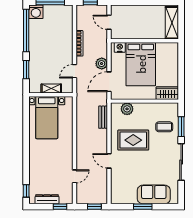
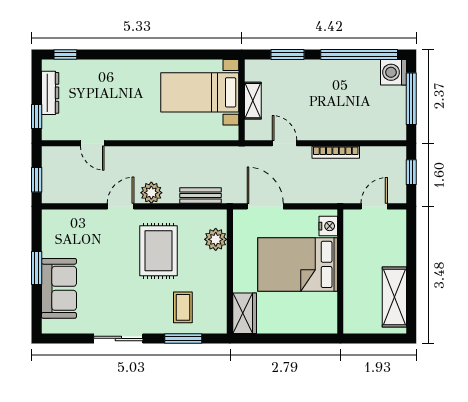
shelving: (172, 23) -> (394, 297), moved, turned 90
plant: (102, 64) -> (151, 193), moved
sliding door: (181, 162) -> (118, 338), width x0.73

